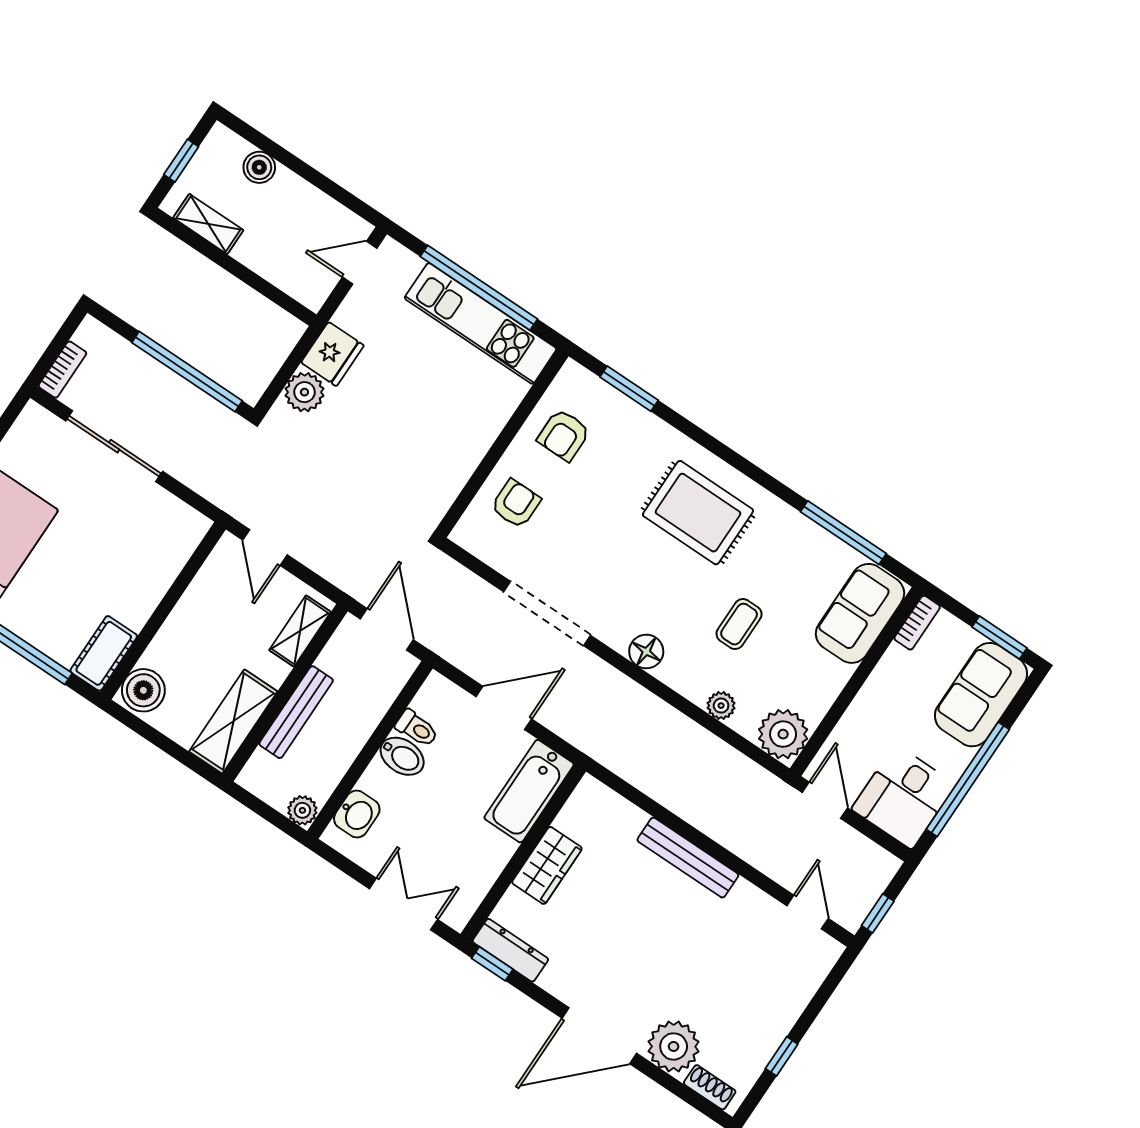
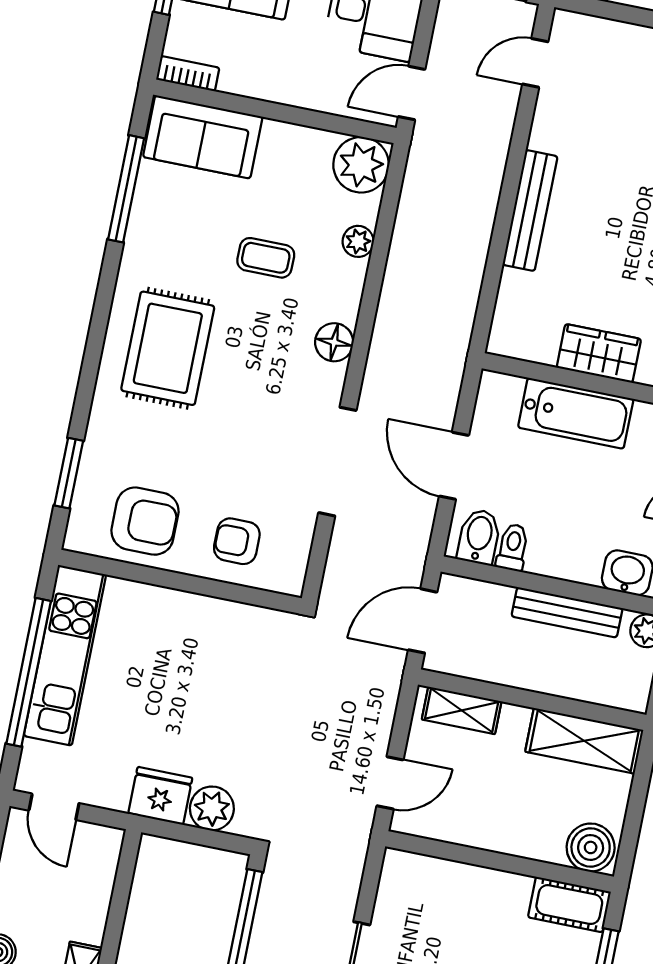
armchair: (564, 435) -> (145, 521), width x1.38, depth x1.38
bench: (296, 712) -> (567, 612), moved
bidet: (402, 756) -> (479, 537), moved
bathtub: (529, 791) -> (576, 413), moved

